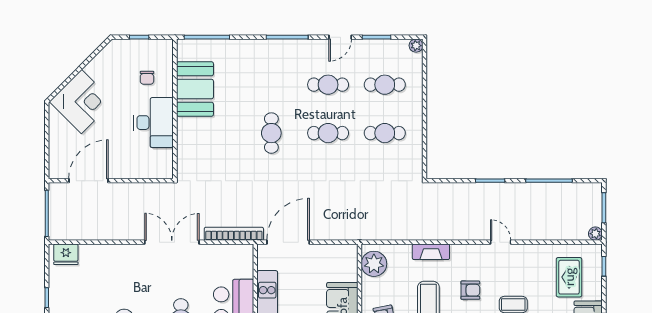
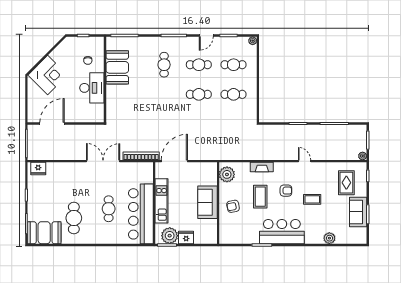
cafe table: (271, 133) -> (164, 65), moved

